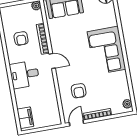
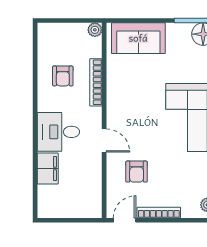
door: (52, 61) -> (104, 141), moved
filing cabinet: (25, 118) -> (48, 169), moved

